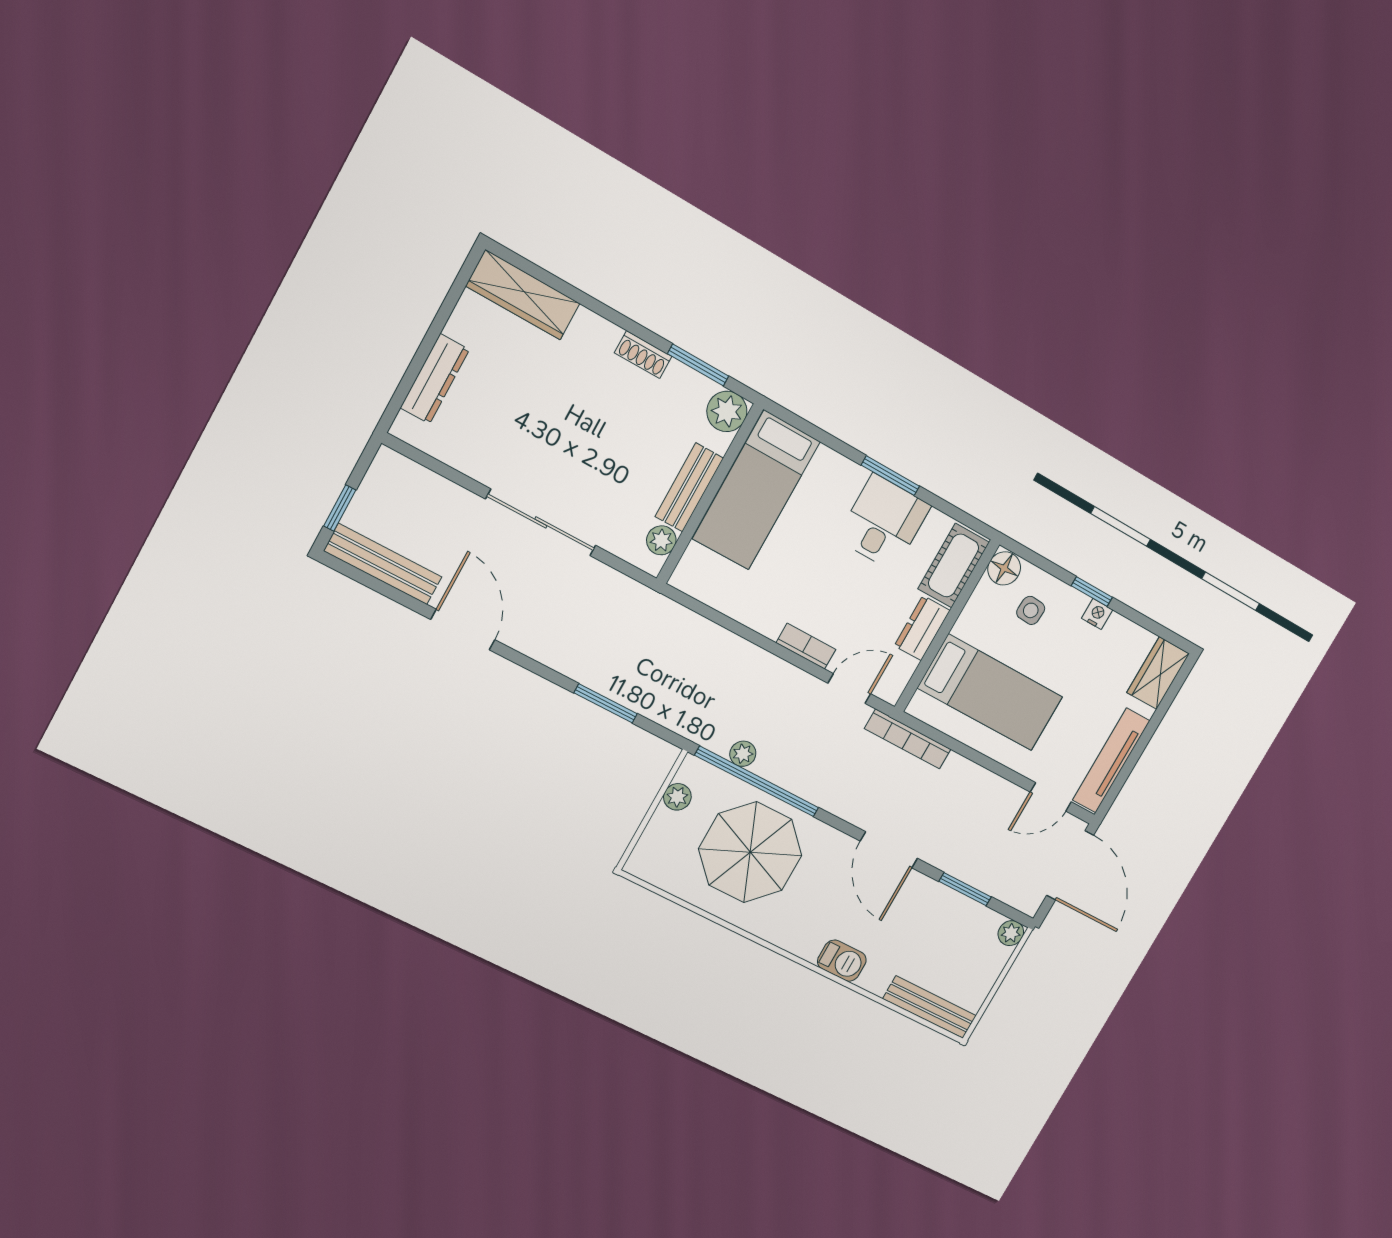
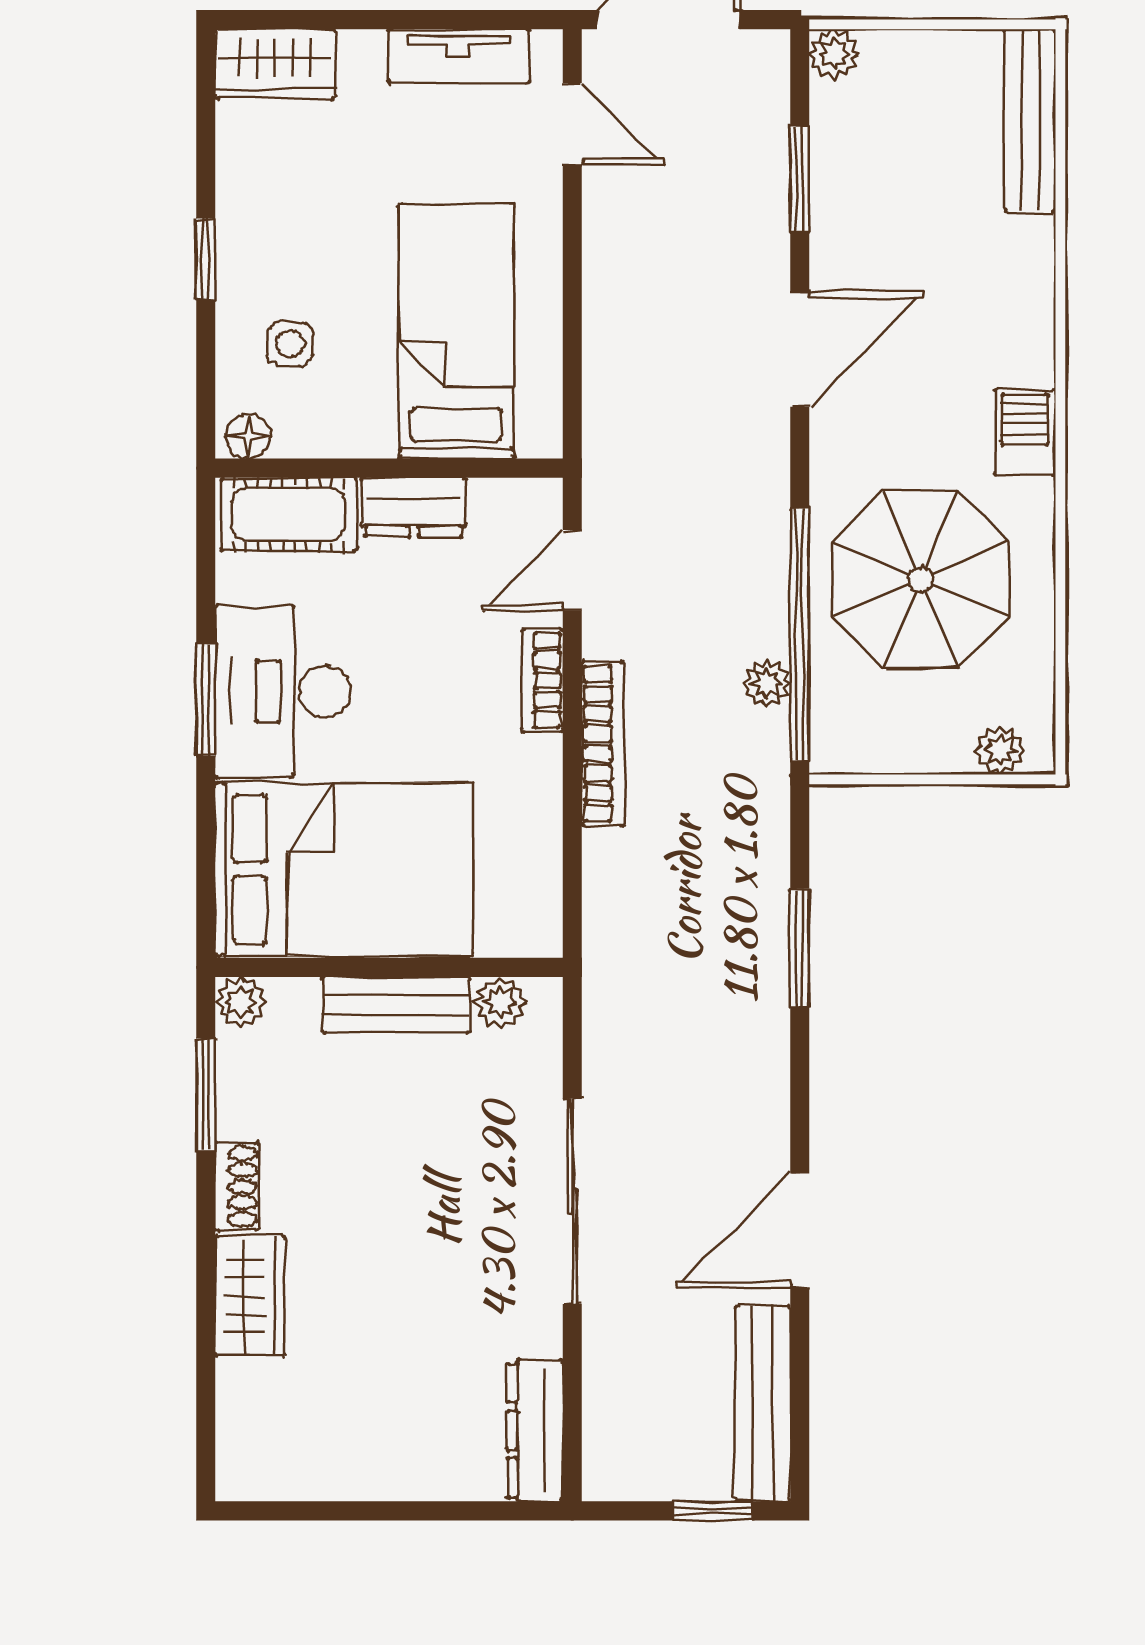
wardrobe: (523, 295) -> (250, 1296), moved, width x0.67
dresser: (435, 379) -> (535, 1431), moved, turned -90
plant: (727, 411) -> (241, 1002), width x0.73, depth x0.73
bed: (756, 490) -> (344, 870), width x1.50
desk: (884, 522) -> (283, 691), width x1.37
floor lamp: (1004, 568) -> (248, 437), width x0.73, depth x0.73
nightstand: (1097, 614) -> (236, 228), removed
door: (849, 688) -> (572, 570), hinge flipped
bookcase: (908, 739) -> (603, 744), moved
tv unit: (1111, 760) -> (459, 56), width x0.71
plant: (677, 797) -> (1000, 750), moved
barbecue: (842, 961) -> (1025, 432), moved

